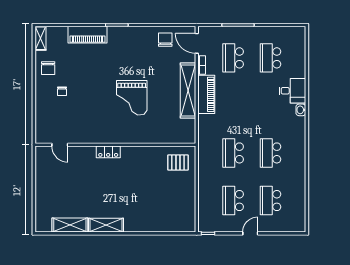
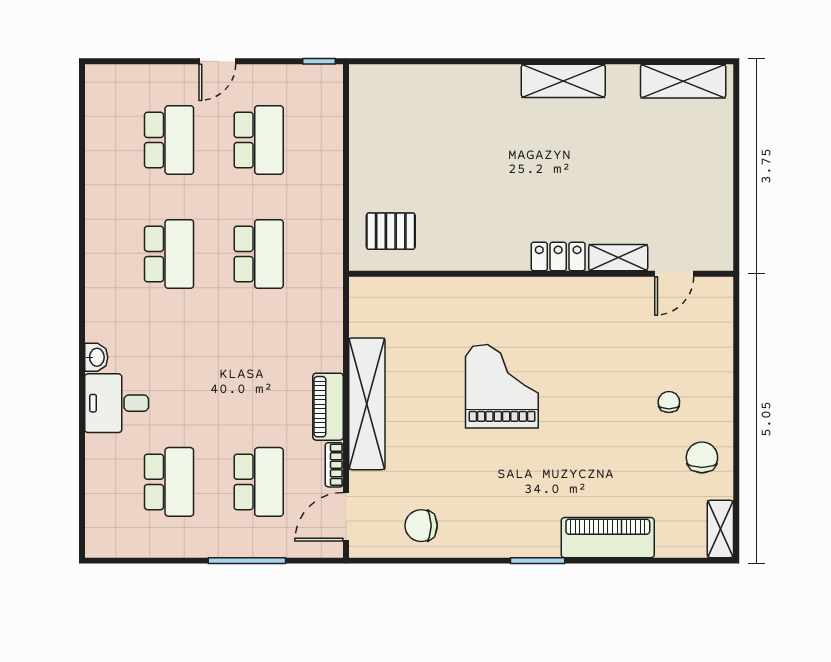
chair: (165, 40) -> (421, 526), turned 90
door: (197, 43) -> (346, 517), swing flipped
piano: (206, 94) -> (328, 407), width x0.73, depth x0.75
door: (60, 145) -> (674, 274), swing flipped
shelving: (83, 151) -> (618, 258), added
shelving: (70, 225) -> (683, 81), moved

